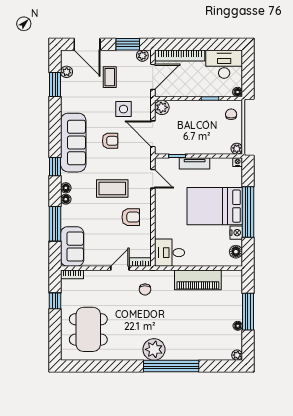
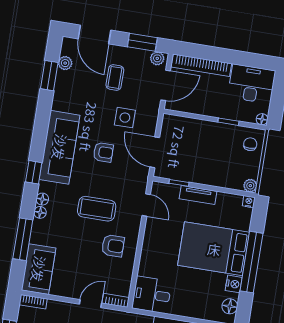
plant: (162, 107) -> (170, 123), removed

